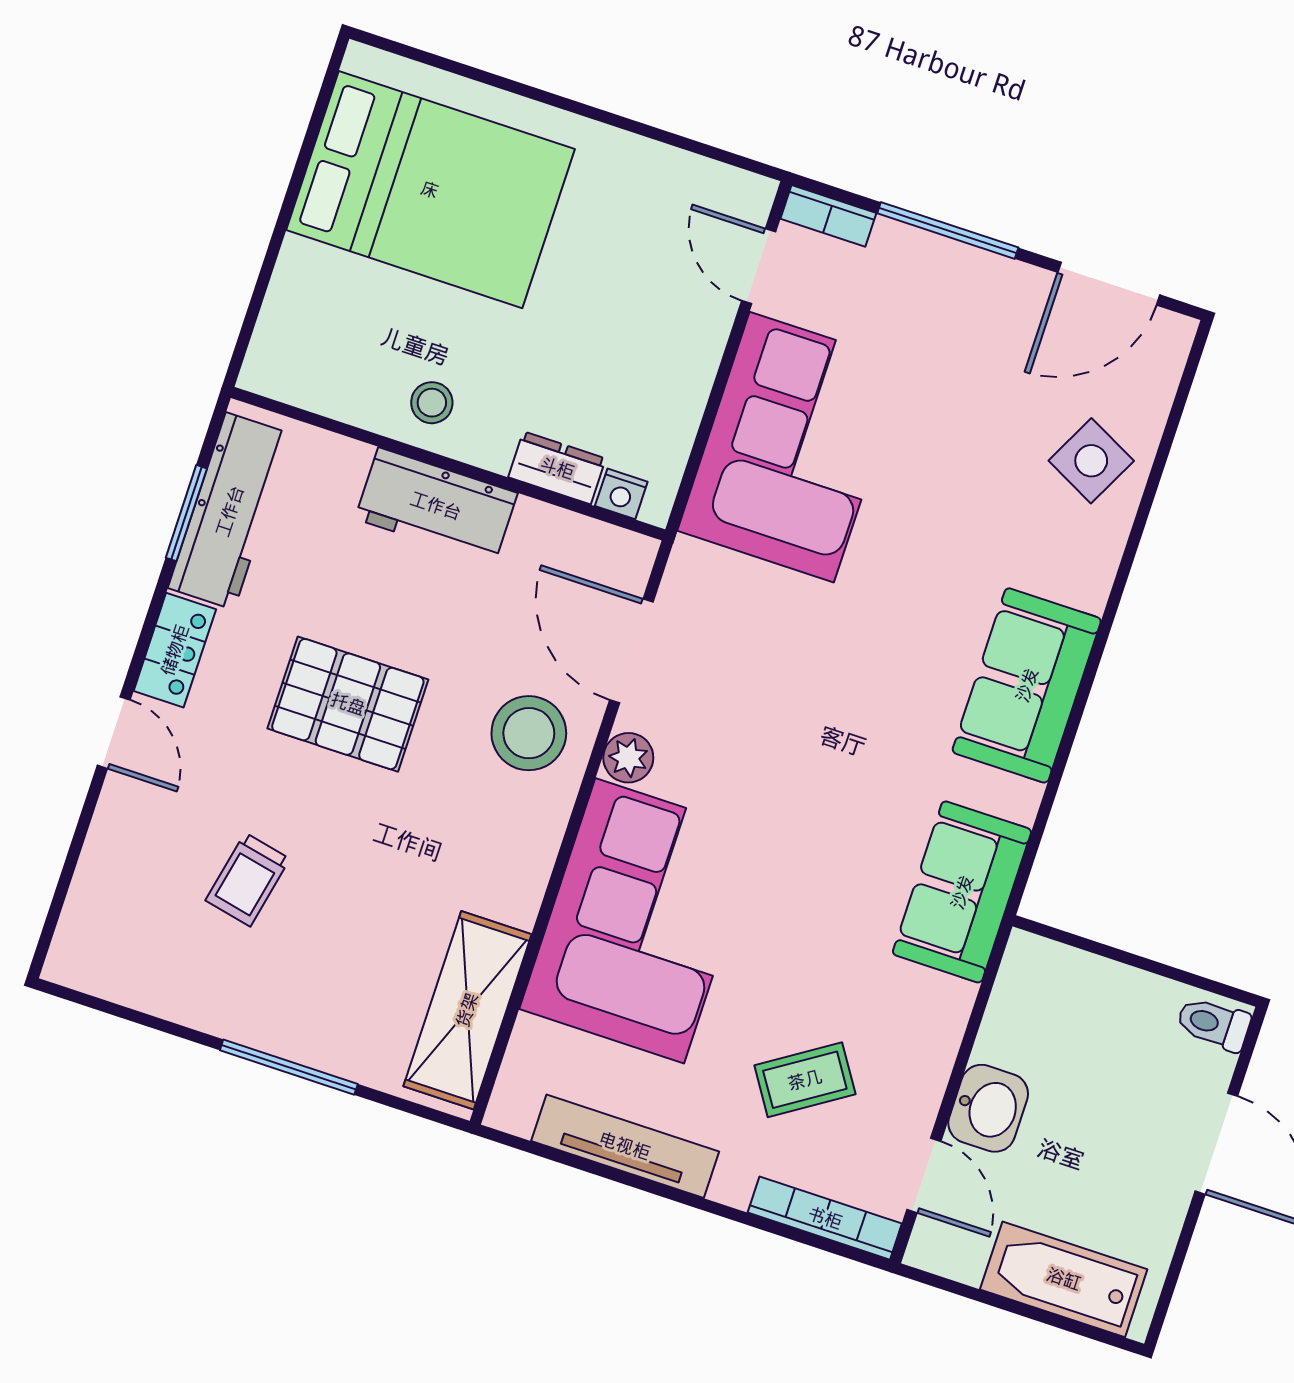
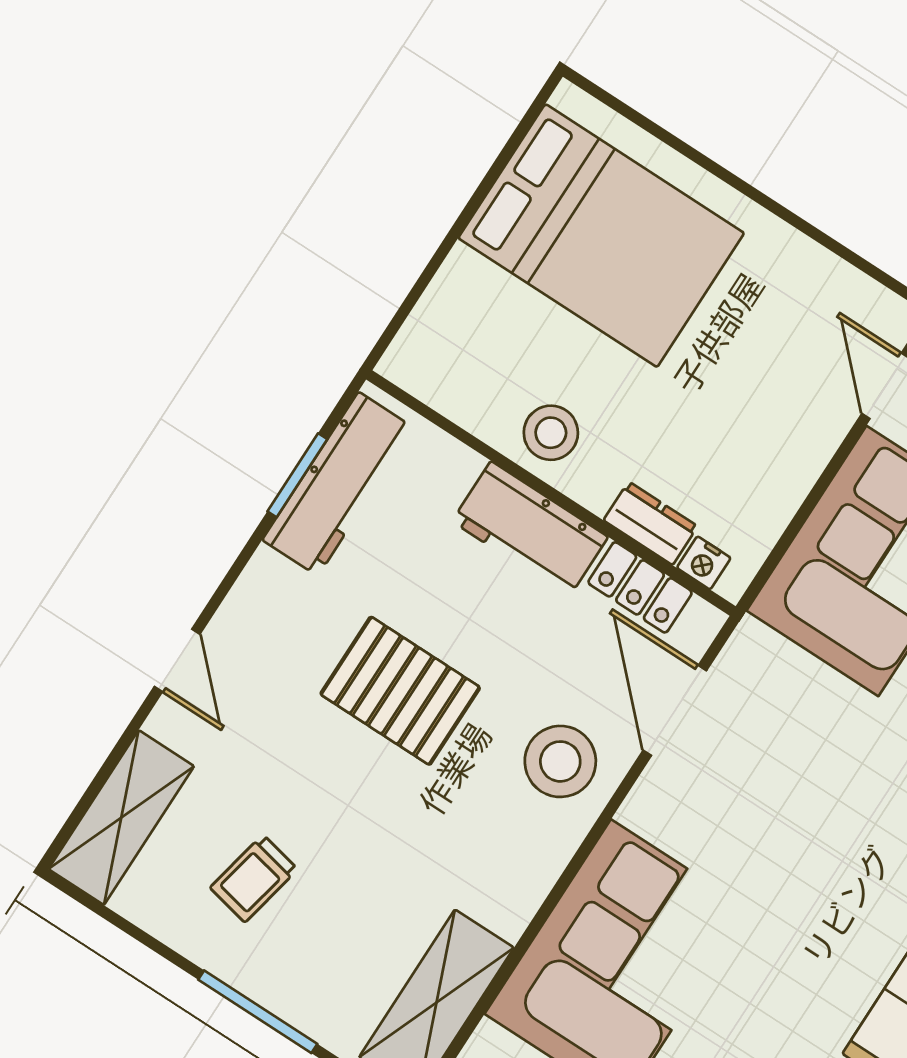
stool: (432, 403) -> (551, 433), width x1.37, depth x1.37
locker: (175, 650) -> (640, 587), moved, turned 90
plant: (628, 758) -> (646, 808), removed
trolley: (248, 880) -> (254, 879), moved
shelving: (99, 907) -> (121, 818), added

